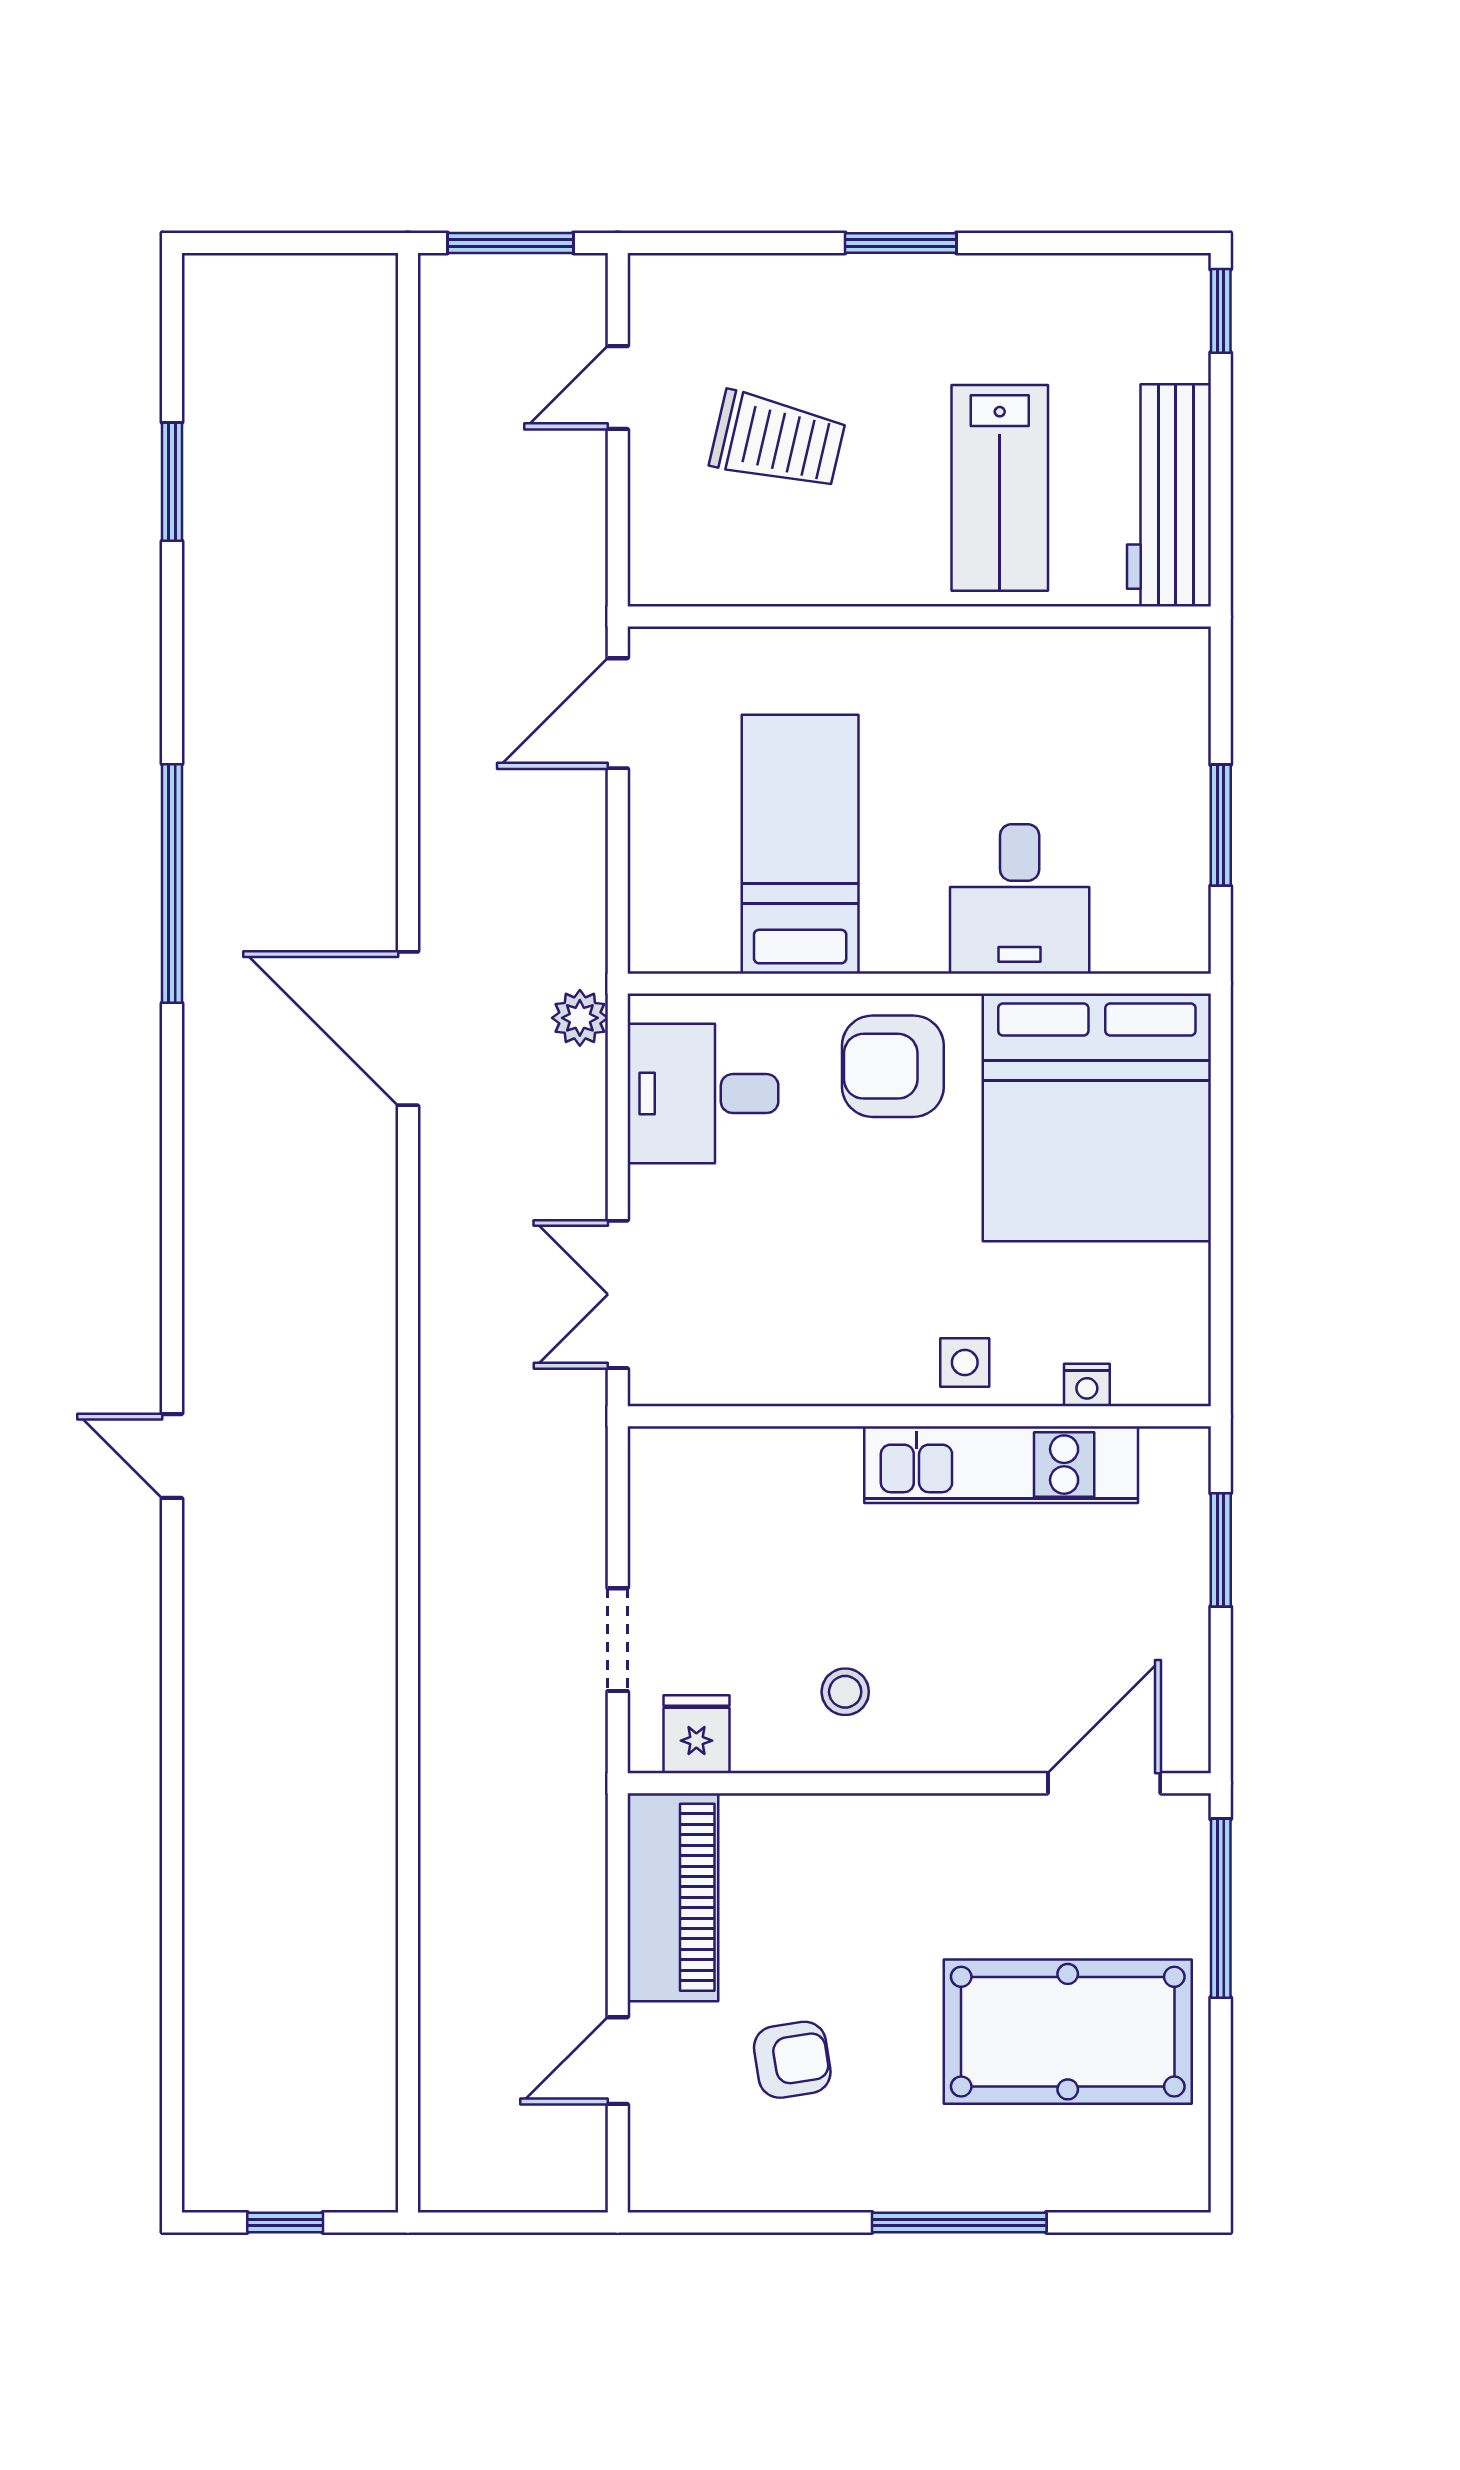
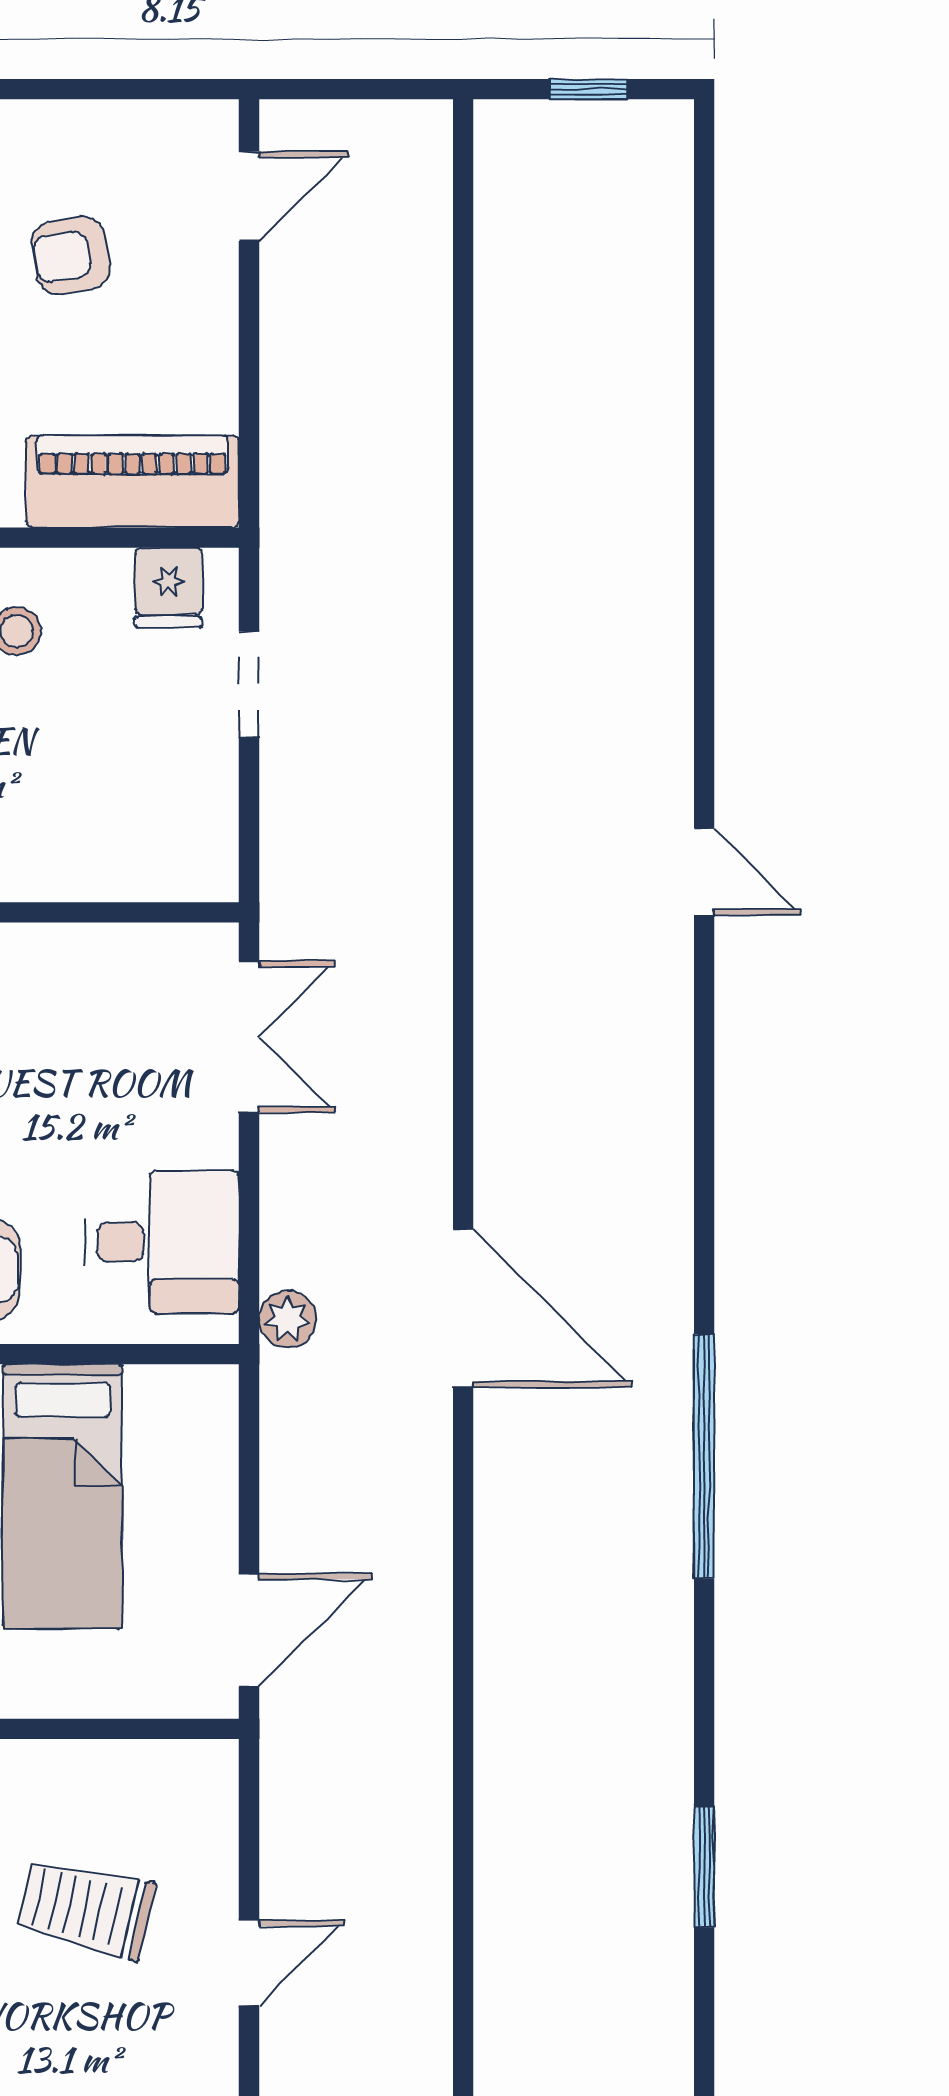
piano: (673, 1897) -> (133, 481), moved, turned 90
door: (618, 2061) -> (249, 196), moved

